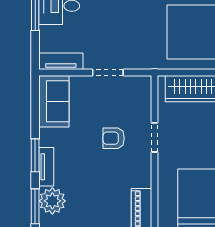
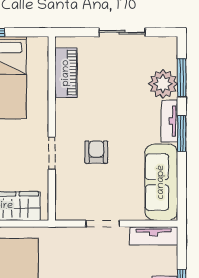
sofa: (54, 101) -> (161, 182), width x1.36
armchair: (114, 138) -> (96, 152), turned -90

